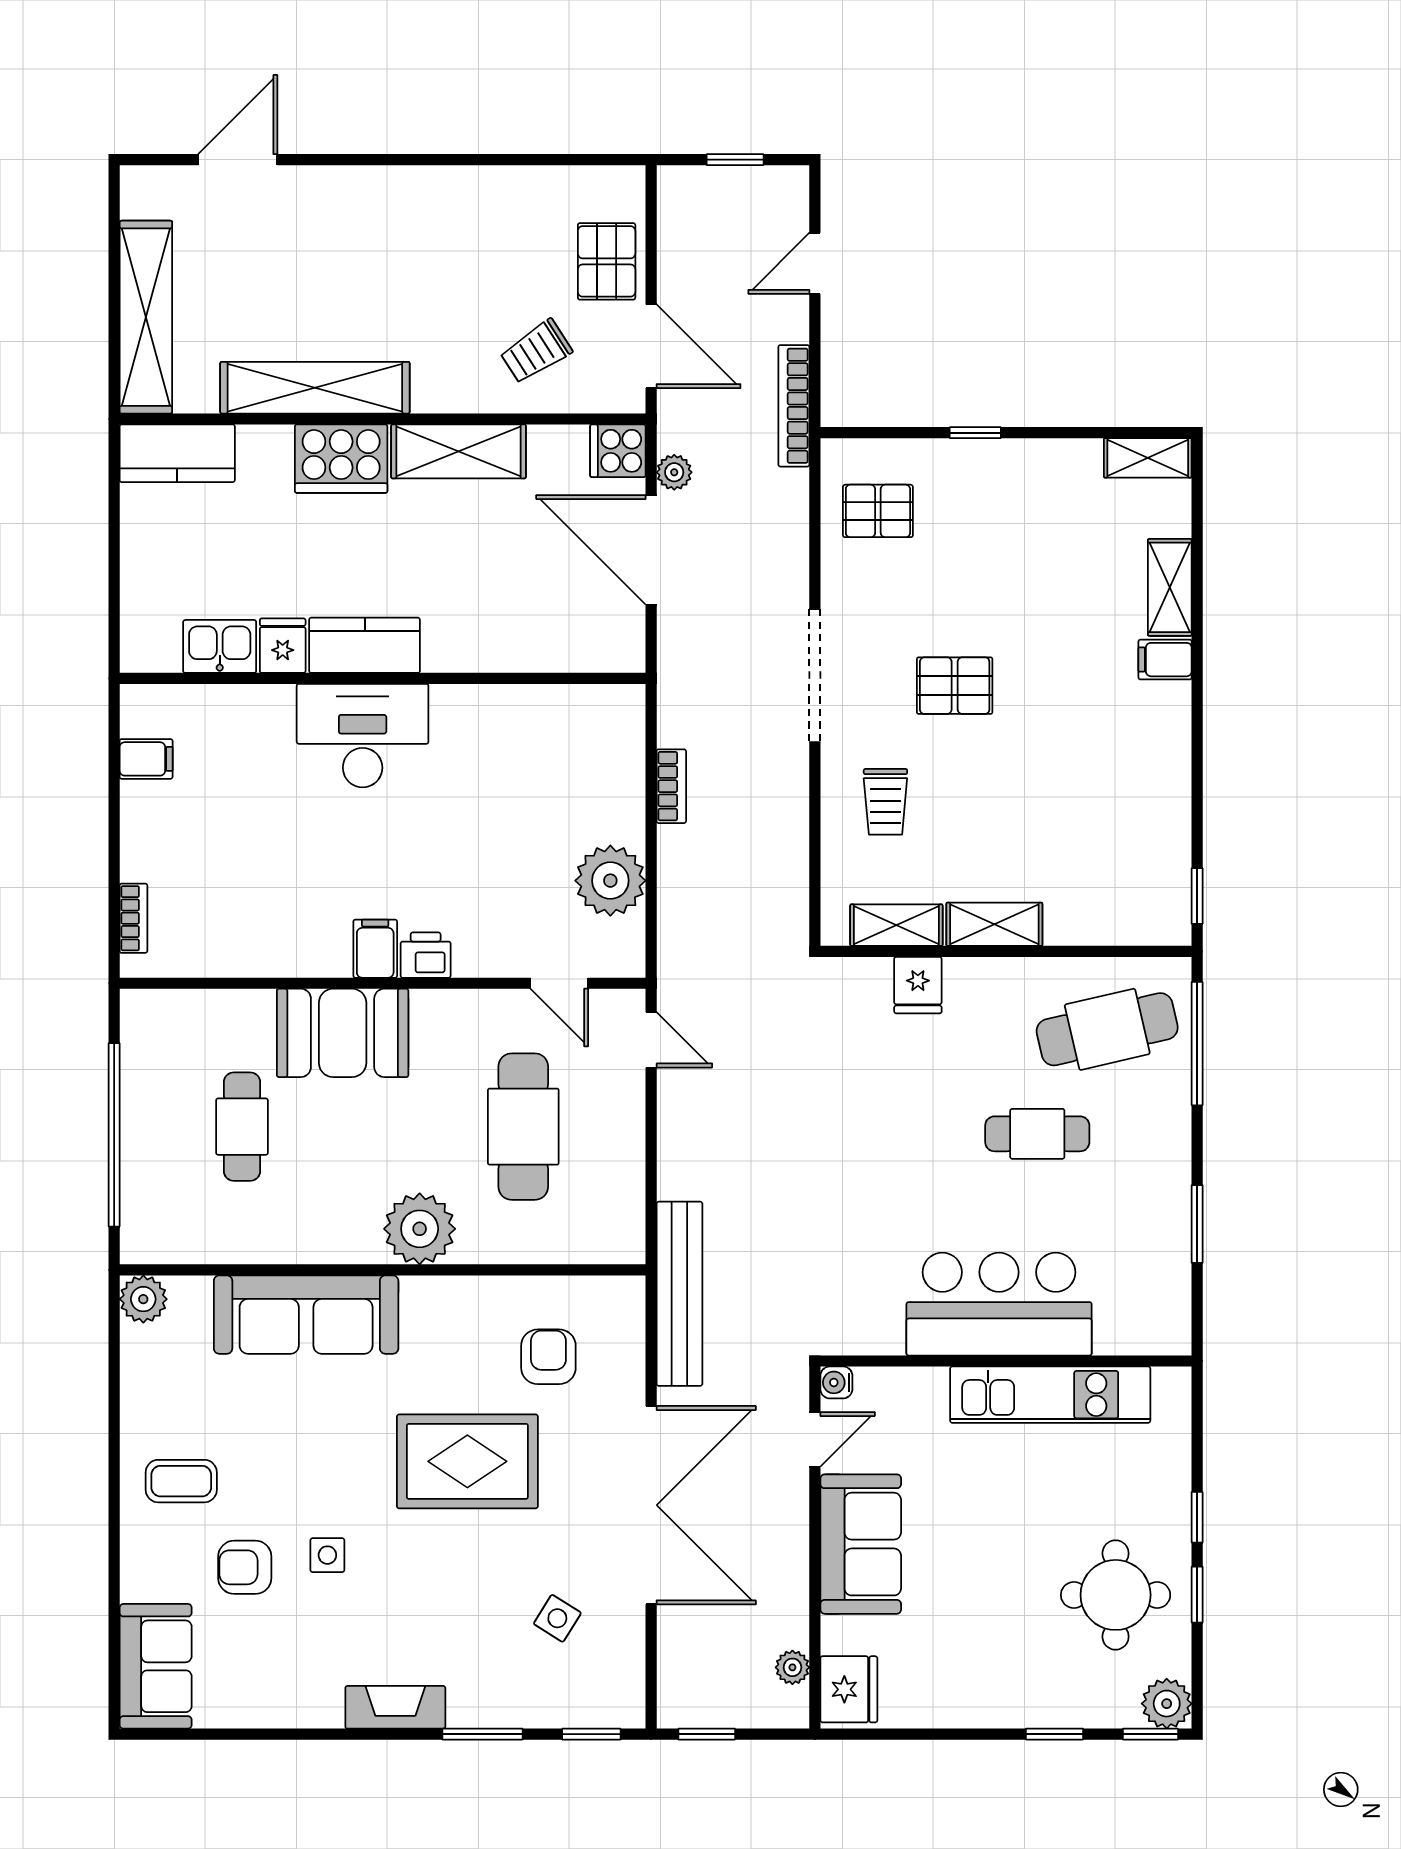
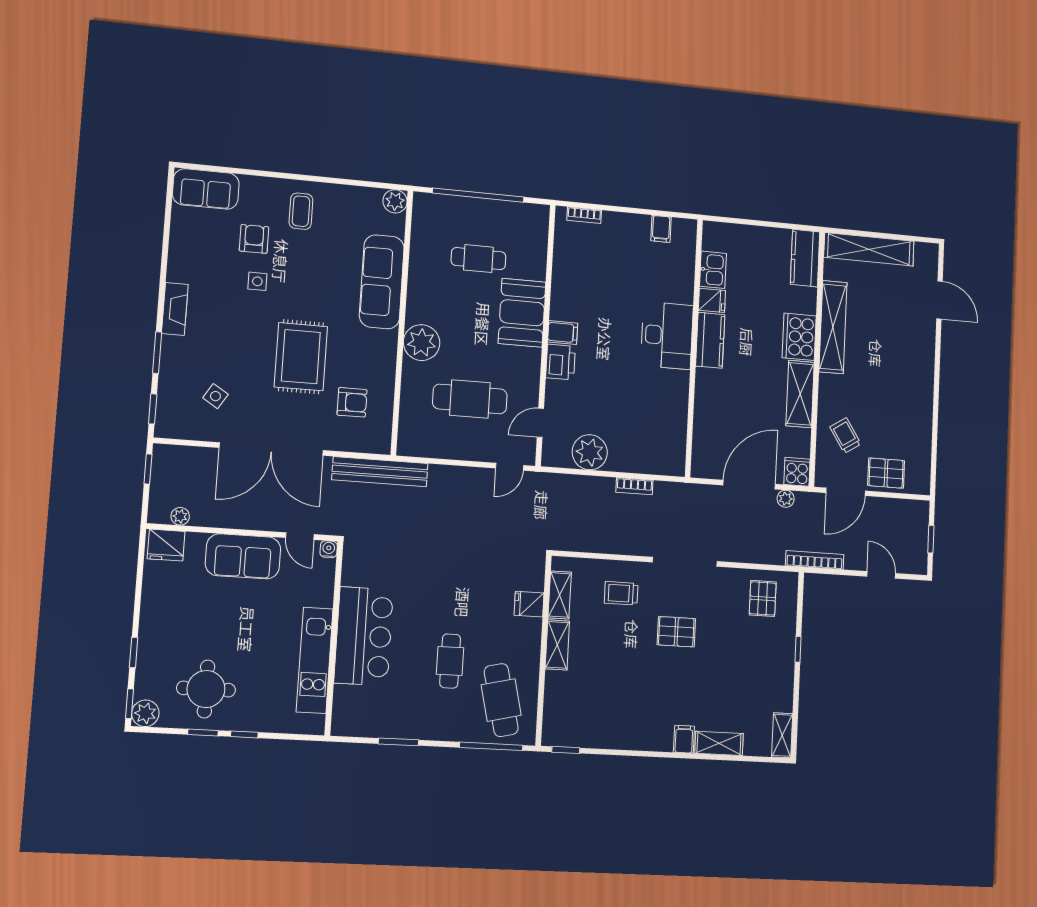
pallet: (955, 686) -> (676, 632), turned 90
printer: (426, 955) -> (561, 362), width x1.36, depth x1.24

